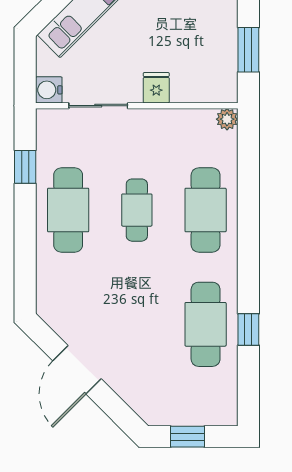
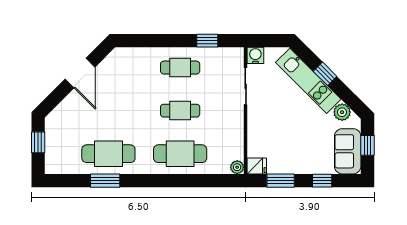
fridge: (156, 88) -> (257, 166), moved
cafe table: (68, 210) -> (180, 68), width x0.73, depth x0.74
window: (248, 330) -> (105, 181), width x1.50
door: (77, 370) -> (80, 73), swing flipped

